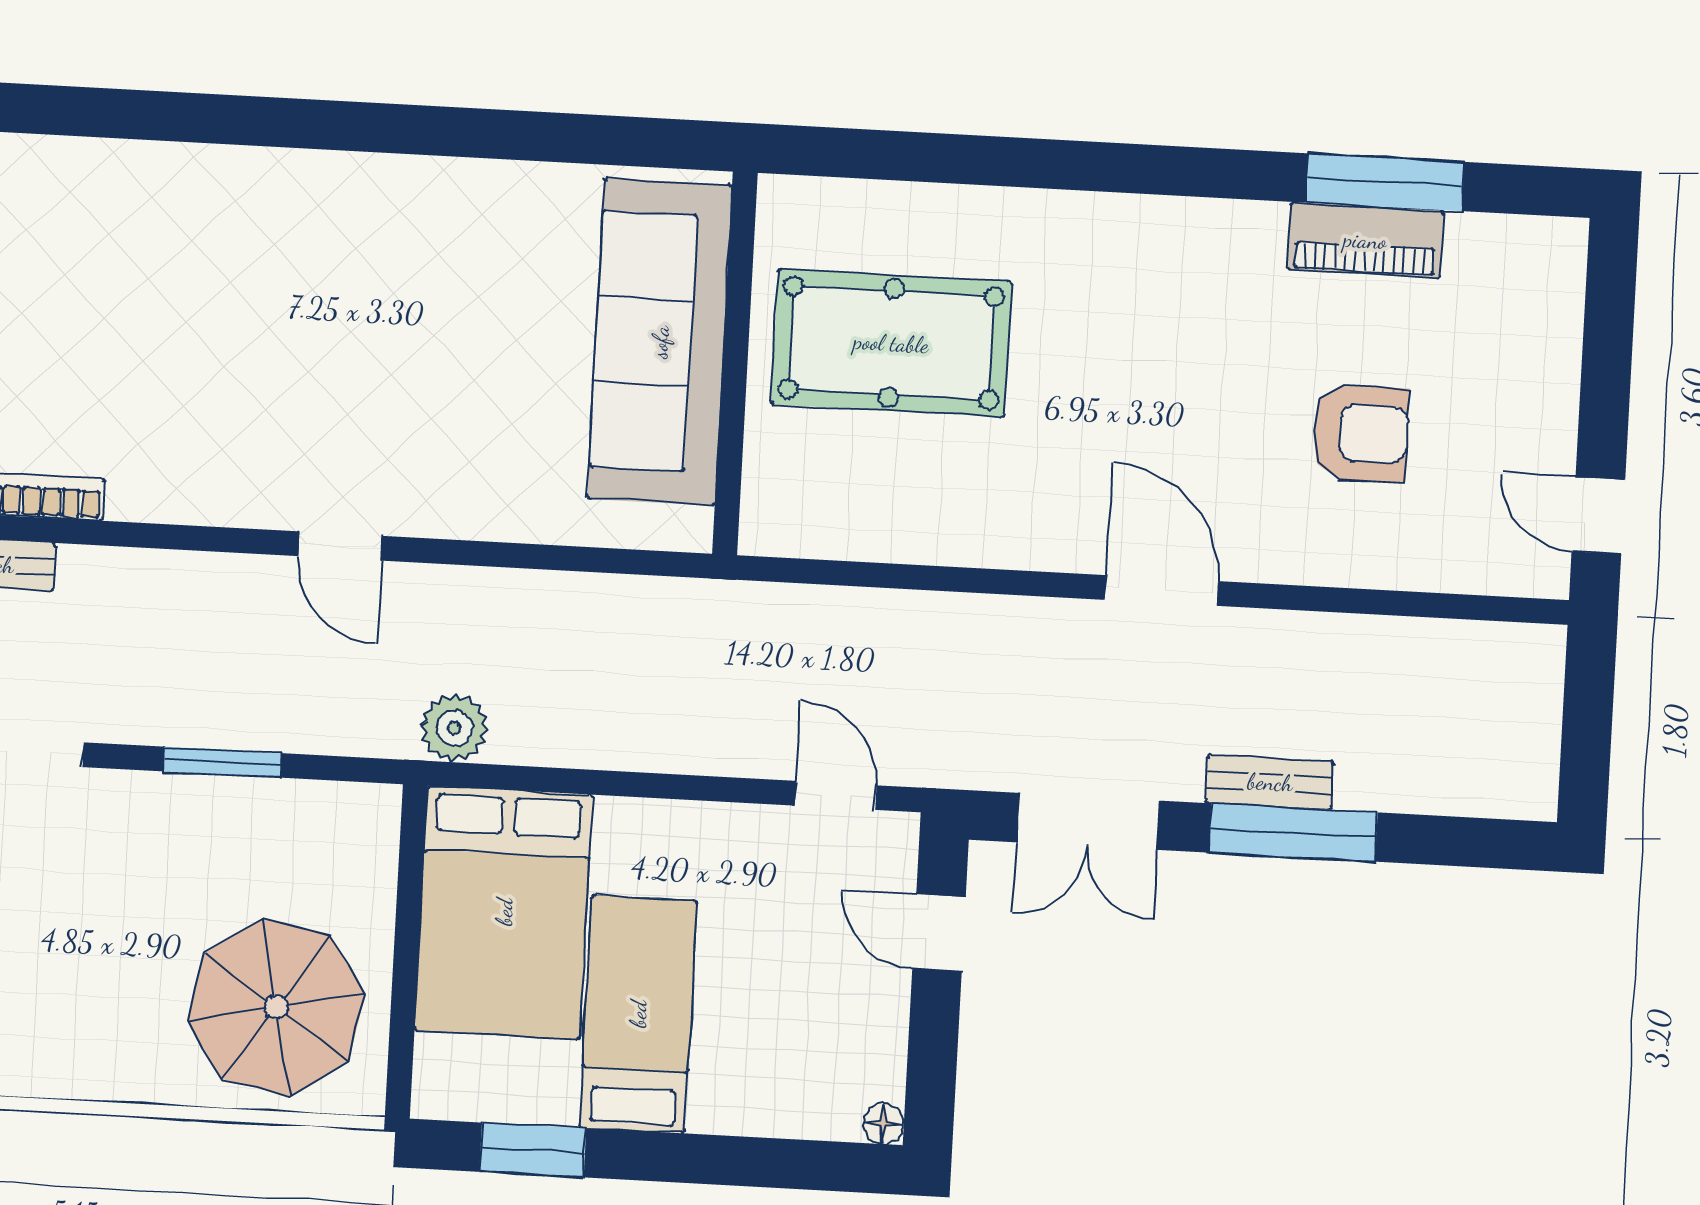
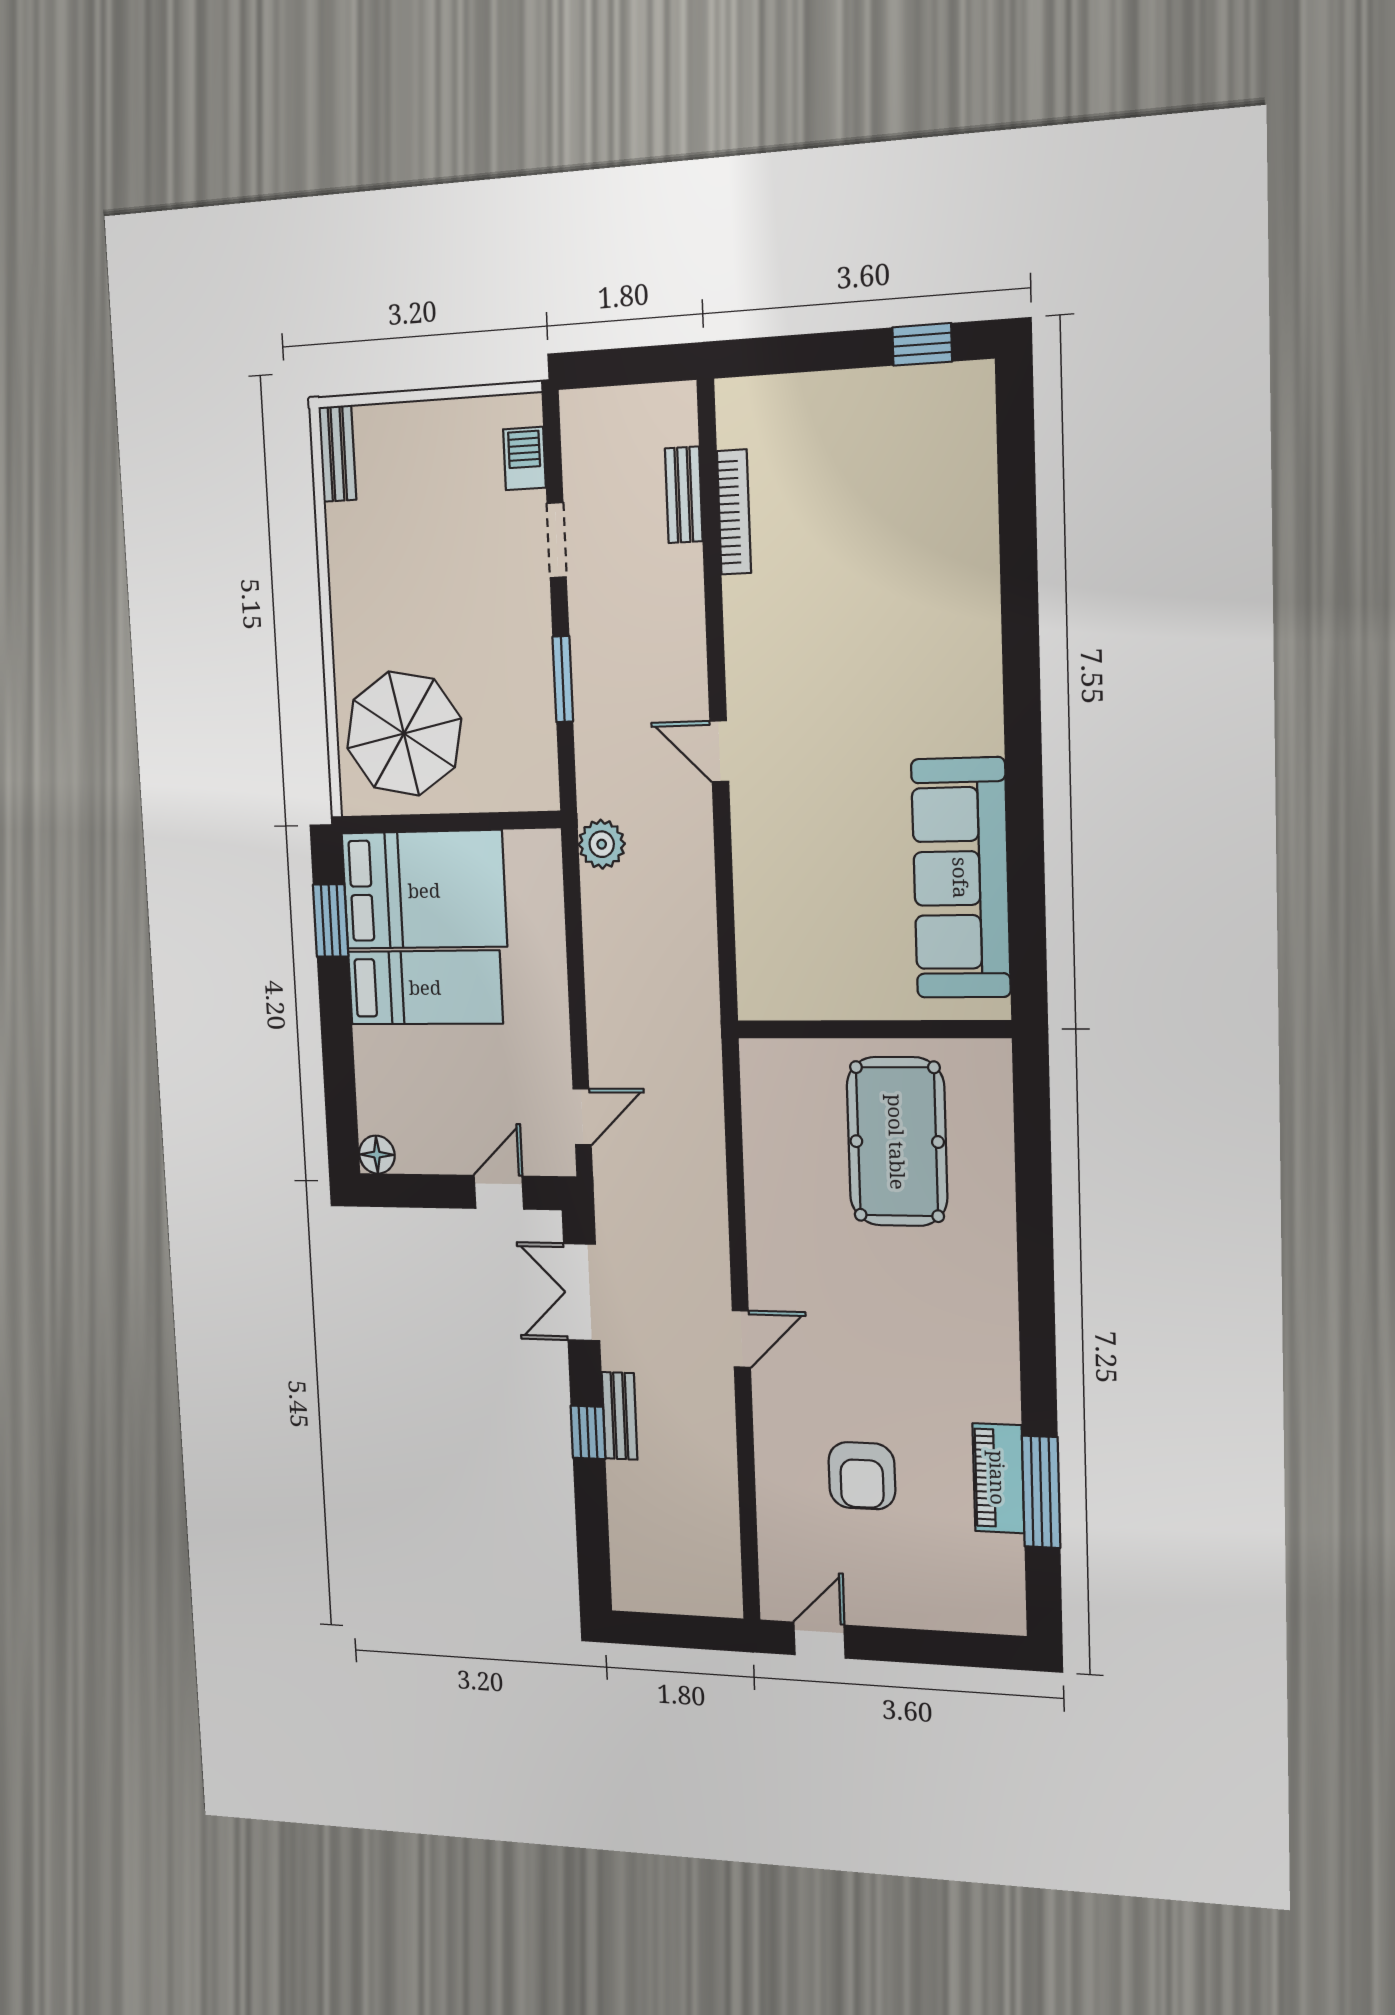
sofa: (660, 342) -> (961, 878), moved, turned -90
door: (340, 546) -> (719, 751), hinge flipped
door: (1162, 591) -> (741, 1339), width x0.73
window: (1293, 833) -> (588, 1432), width x0.46
bed: (504, 912) -> (424, 890), moved, turned 180
floor lamp: (884, 1124) -> (377, 1155), width x1.37, depth x1.37

